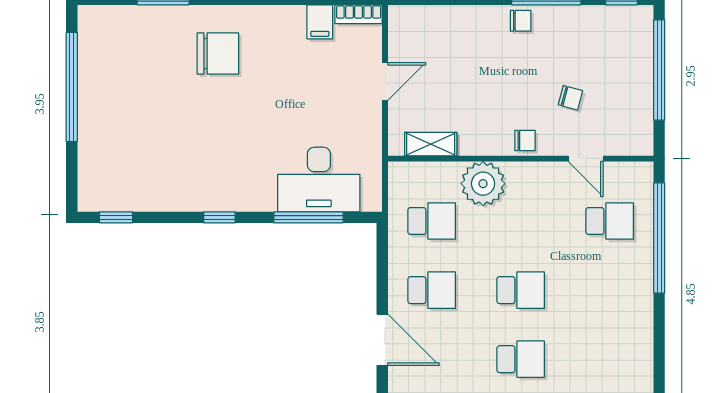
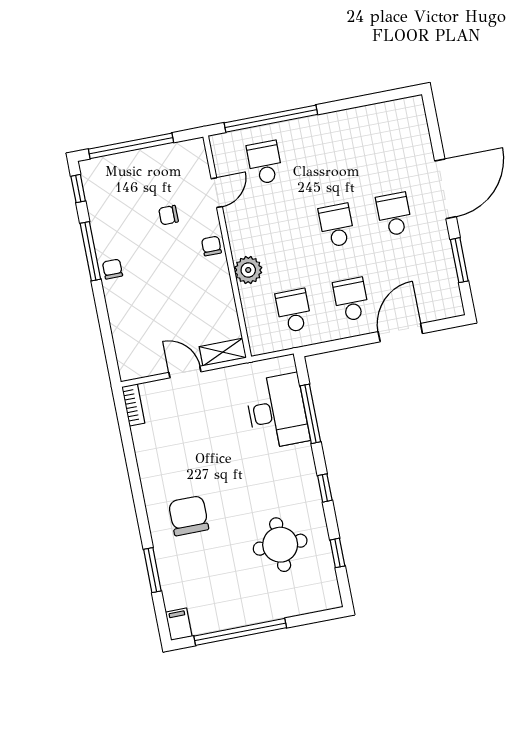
filing cabinet: (320, 22) -> (179, 624), moved, turned -90
chair: (570, 98) -> (168, 215), turned -105
shelving: (431, 144) -> (223, 352), moved, turned 90
round table: (164, 153) -> (280, 545), added
plant: (483, 184) -> (248, 270), width x0.73, depth x0.73
window: (116, 217) -> (337, 553), moved

